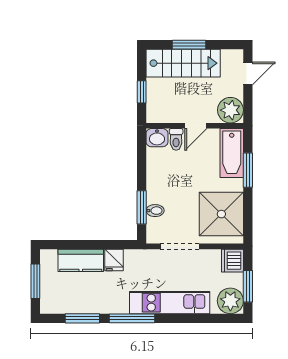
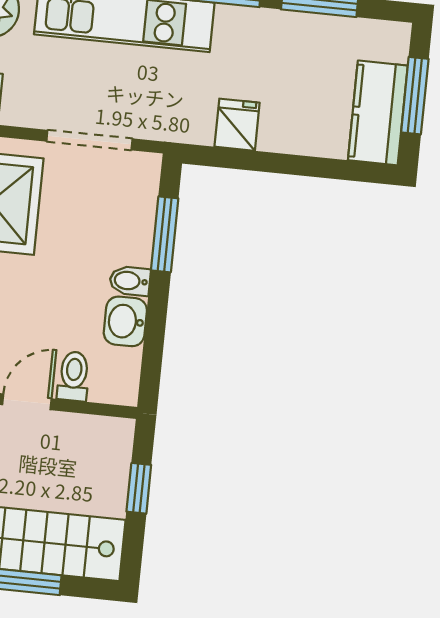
washbasin: (157, 138) -> (125, 321), moved, turned -90
bidet: (155, 211) -> (130, 281), moved
kitchen counter: (81, 260) -> (378, 113), moved, turned -90

